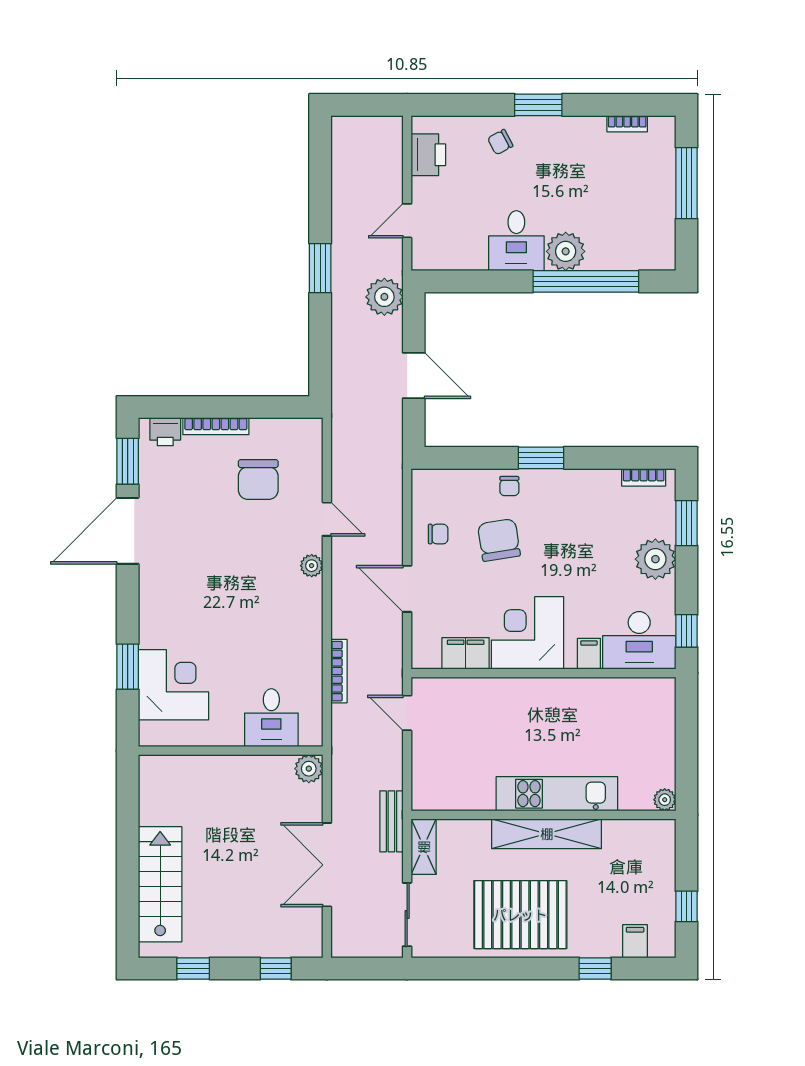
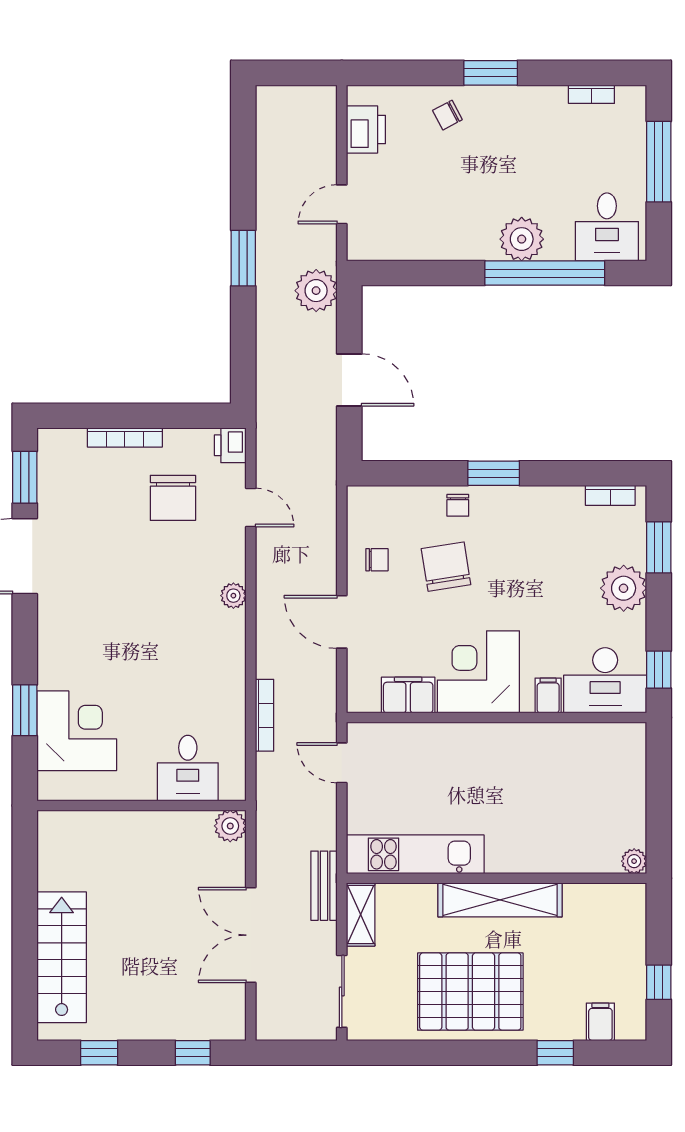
desk: (516, 241) -> (607, 227), moved
printer: (165, 432) -> (230, 445), moved, turned 90
door: (327, 519) -> (251, 508), moved
kitchen unit: (557, 794) -> (415, 854), moved

